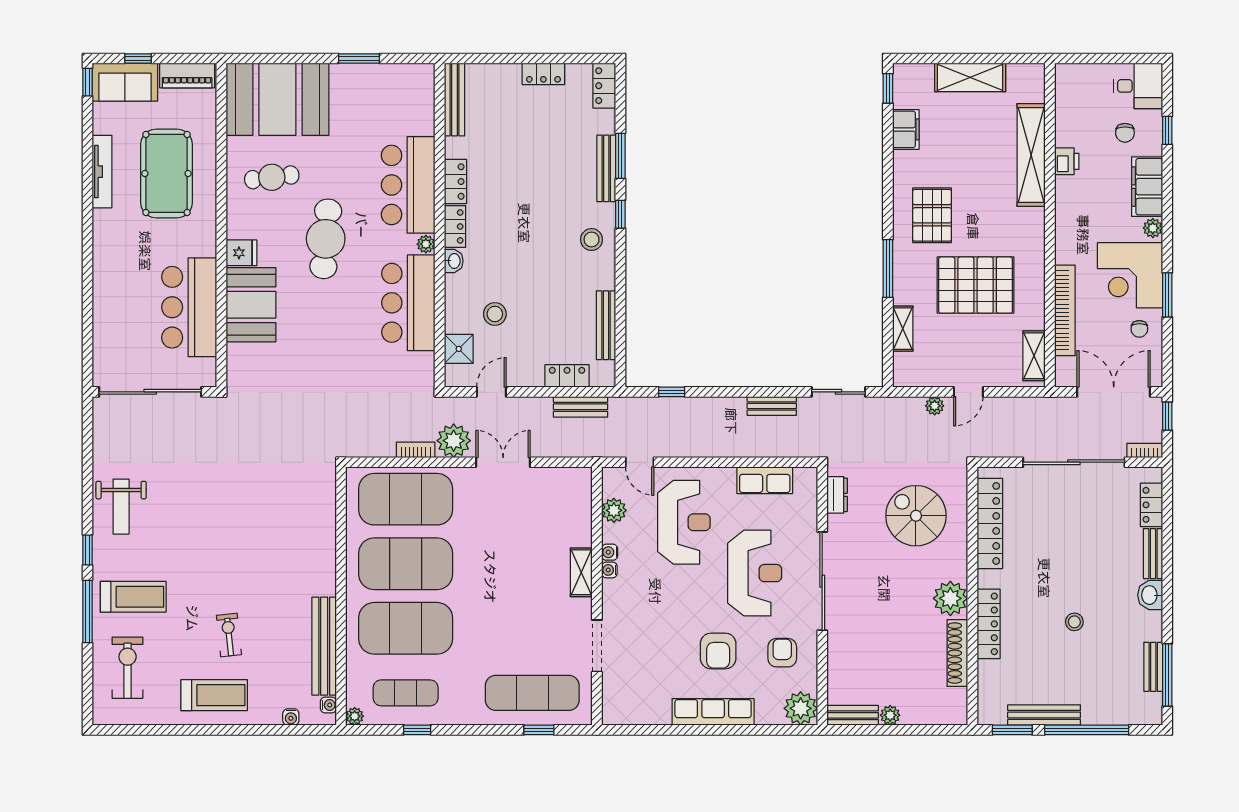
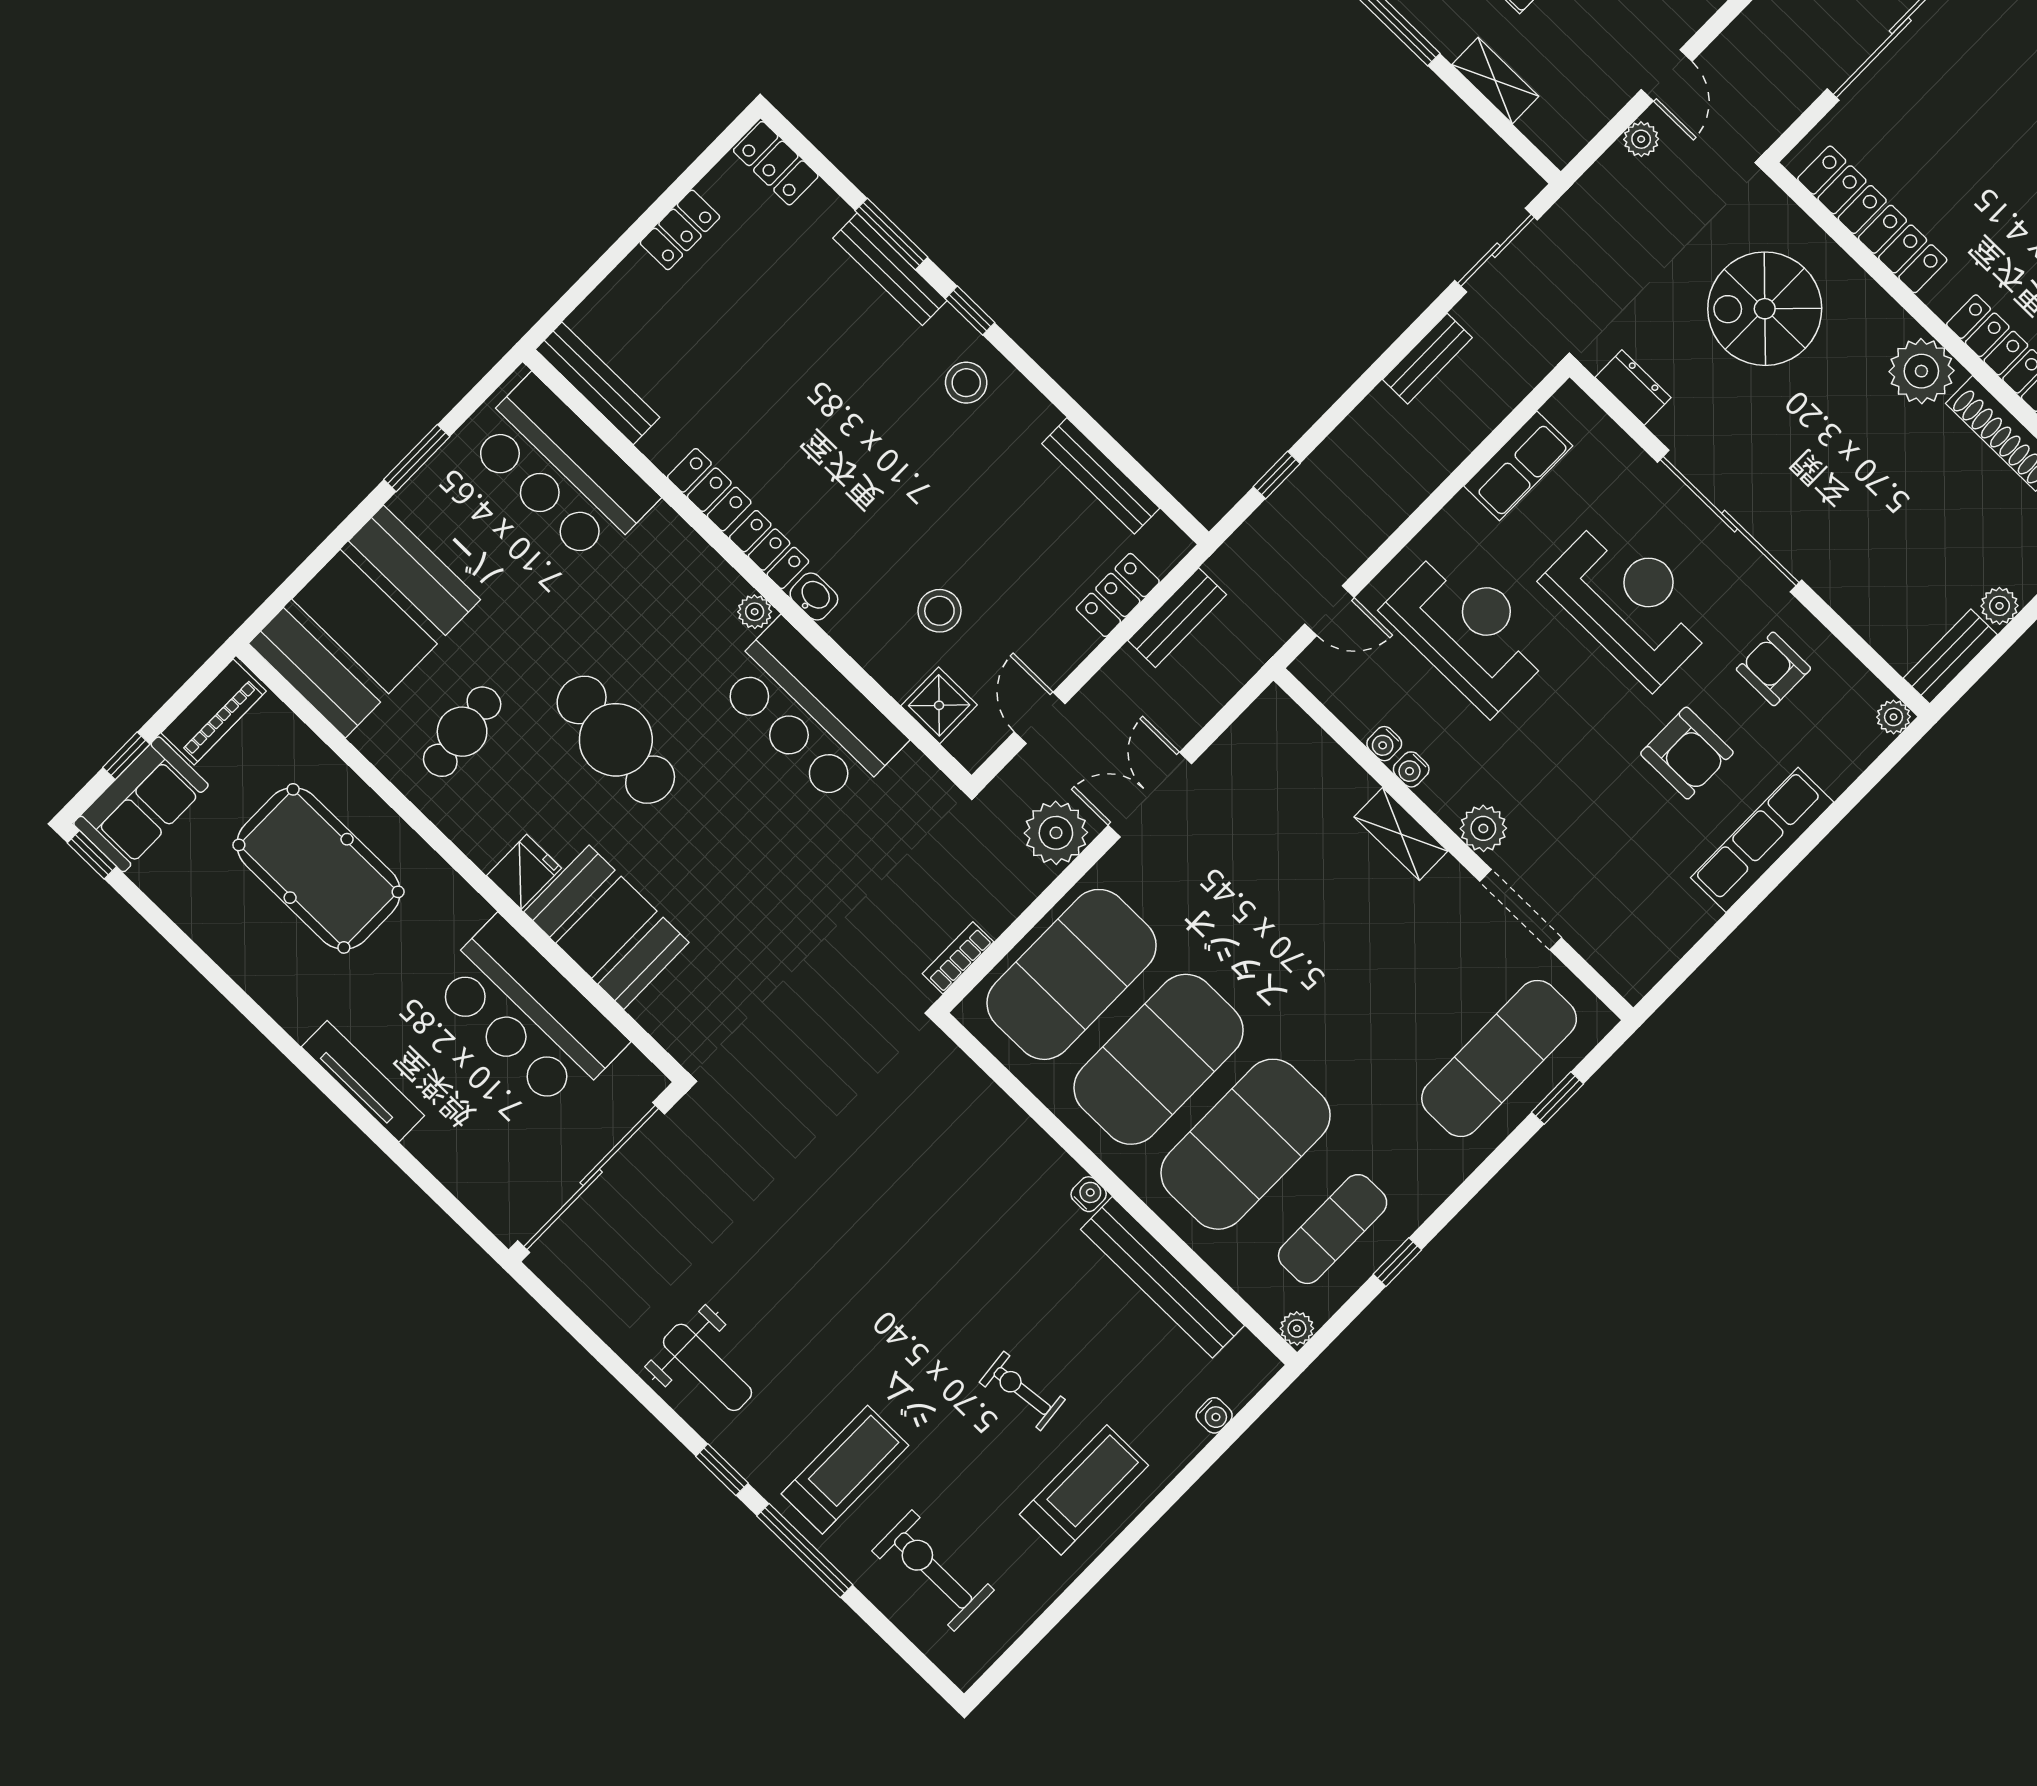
tv unit: (102, 172) -> (363, 1081), moved
bar counter: (408, 185) -> (562, 470), moved
bookcase: (416, 450) -> (958, 958), moved
plant: (614, 510) -> (1483, 828), moved
water cooler: (609, 570) -> (1384, 744), moved
water cooler: (328, 705) -> (1089, 1194), moved
plant: (801, 708) -> (1893, 717), width x0.53, depth x0.53

